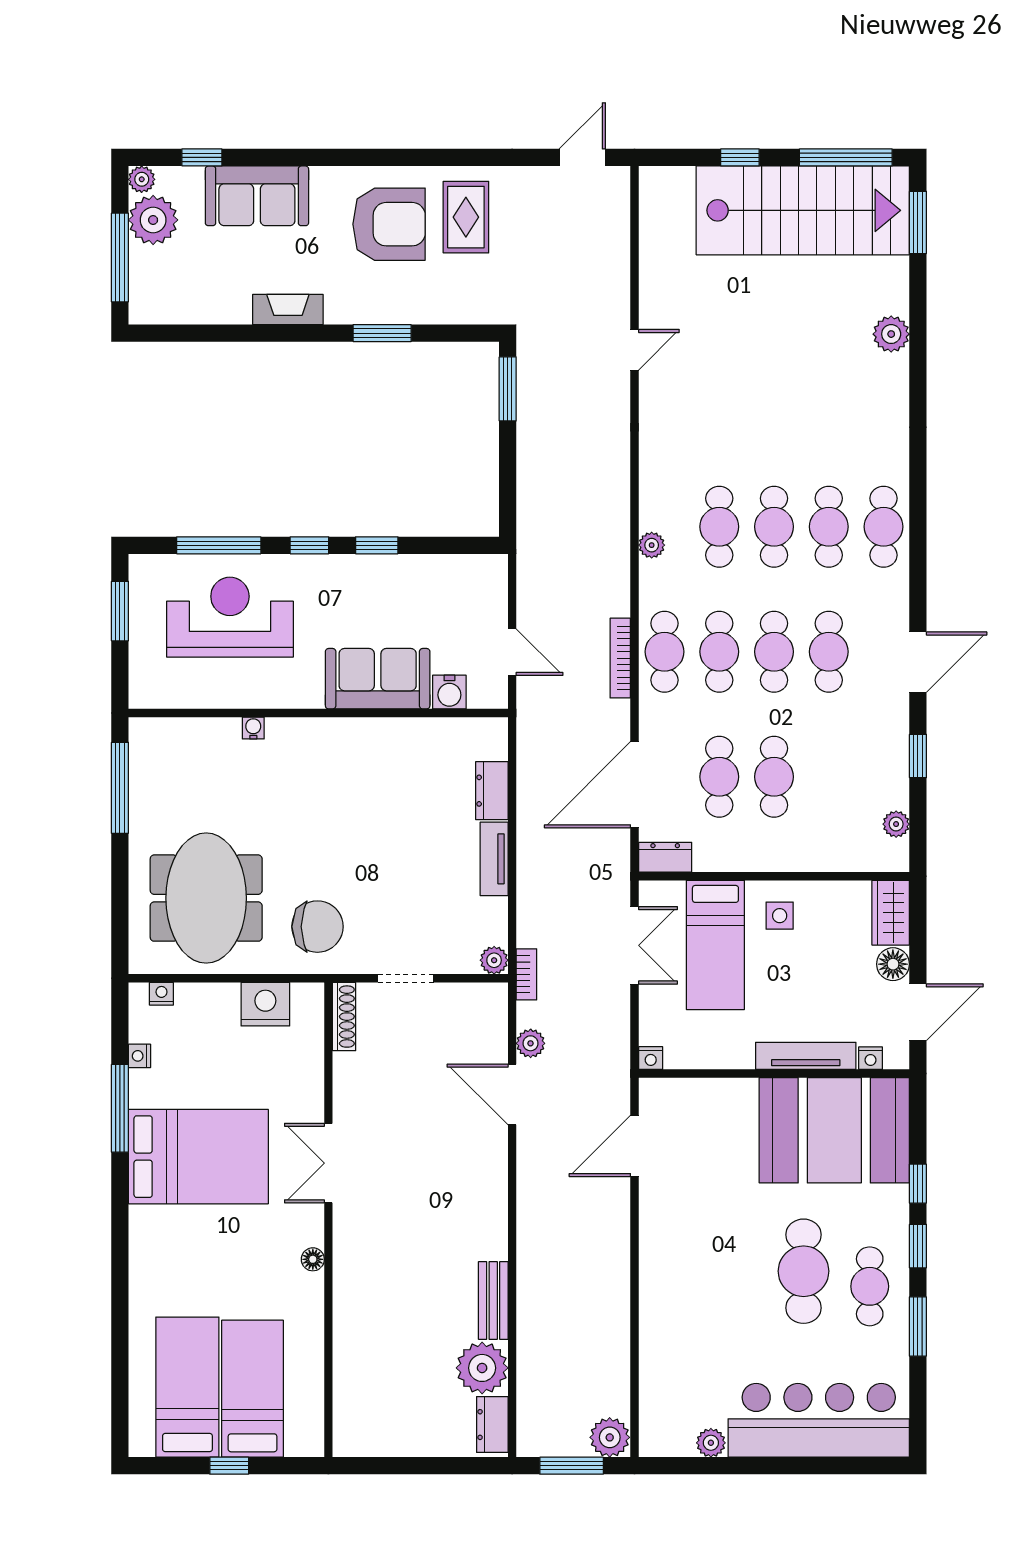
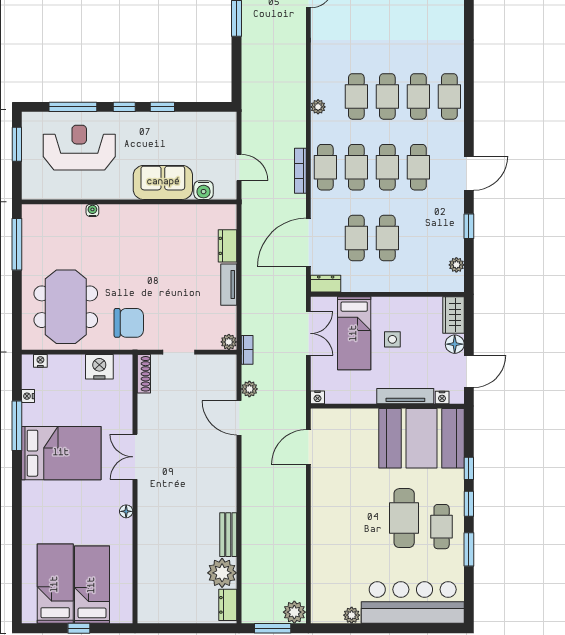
side table: (780, 916) -> (392, 339), moved

